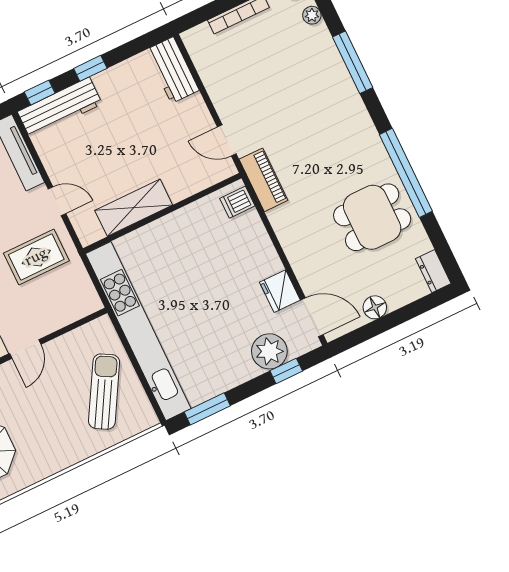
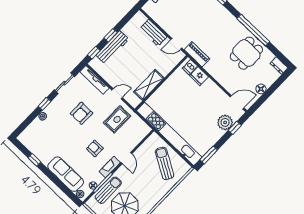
workbench: (172, 70) -> (153, 33), moved
workbench: (60, 108) -> (112, 47), moved
fridge: (280, 291) -> (199, 76), moved

